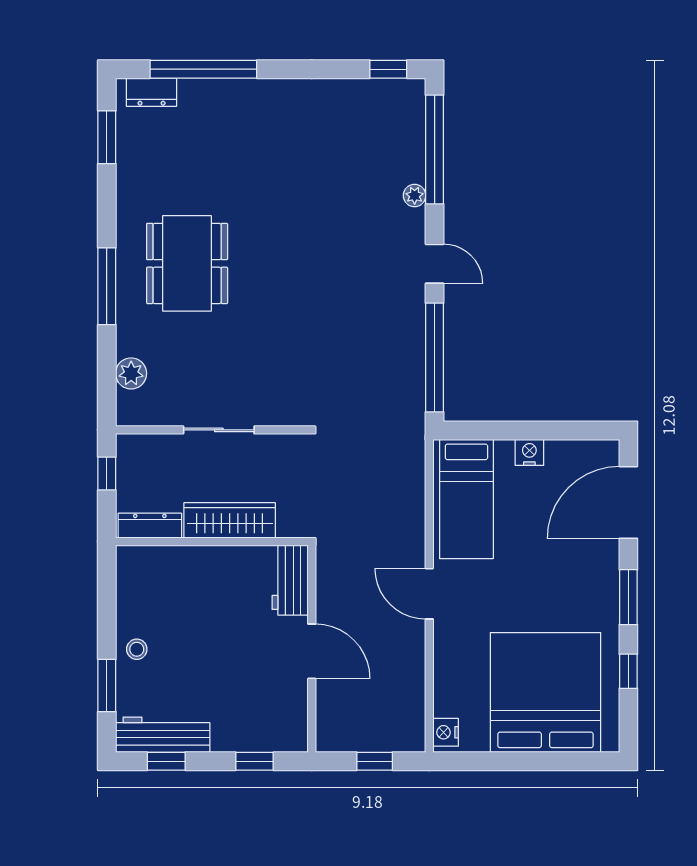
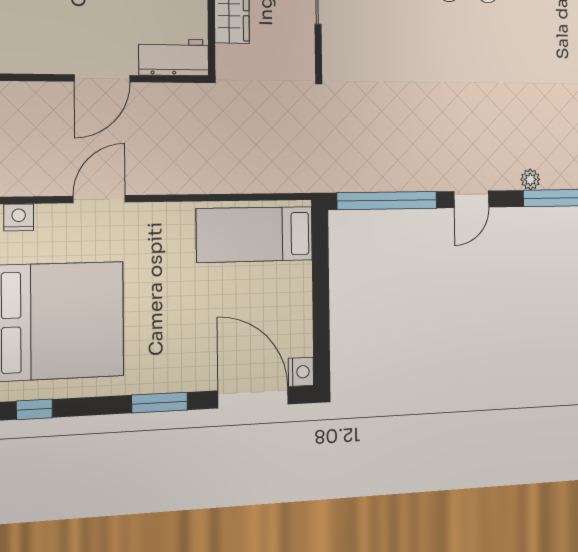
nightstand: (529, 452) -> (301, 372), moved
door: (429, 594) -> (99, 199), moved
window: (628, 671) -> (34, 409), moved

